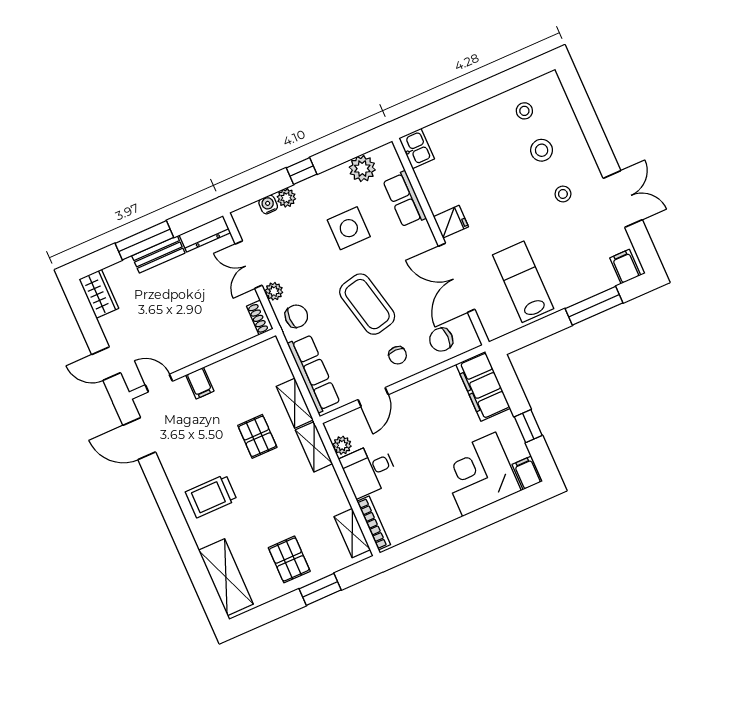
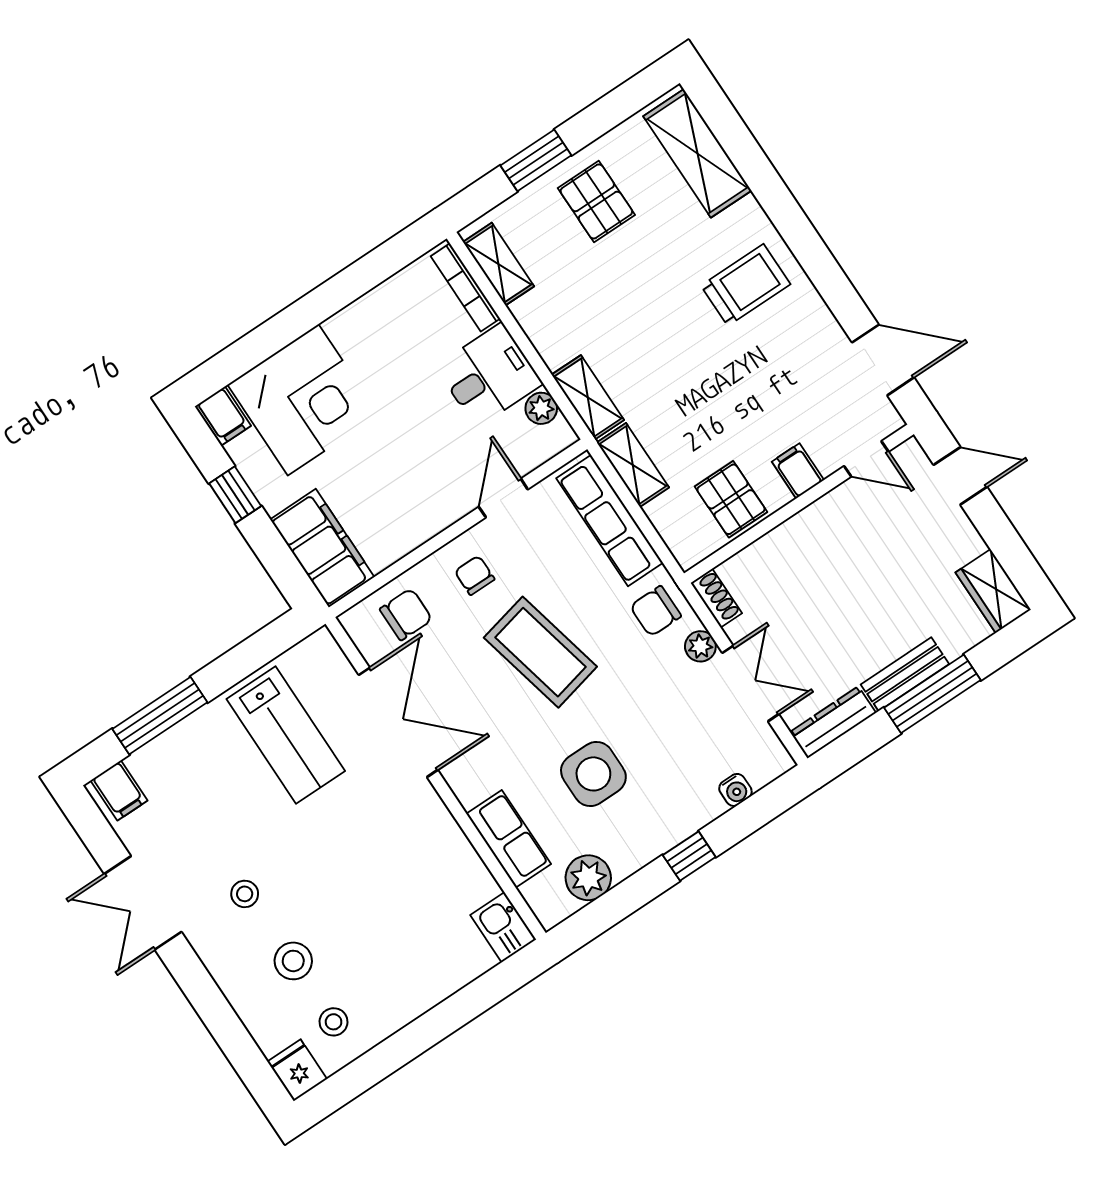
plant: (286, 198) -> (707, 807), removed
fridge: (451, 222) -> (297, 1070), moved, turned 90
pallet: (257, 436) -> (731, 499), moved

